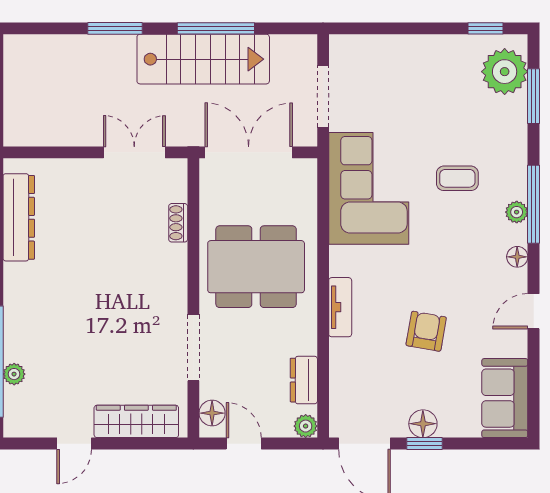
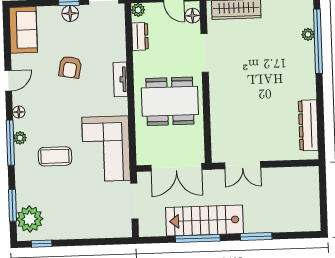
coffee table: (457, 178) -> (55, 156), width x1.36, depth x1.30
shoe rack: (178, 223) -> (216, 125), removed

